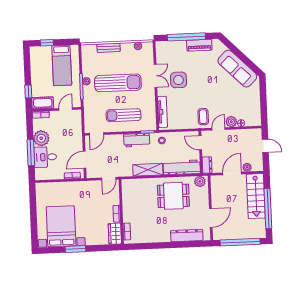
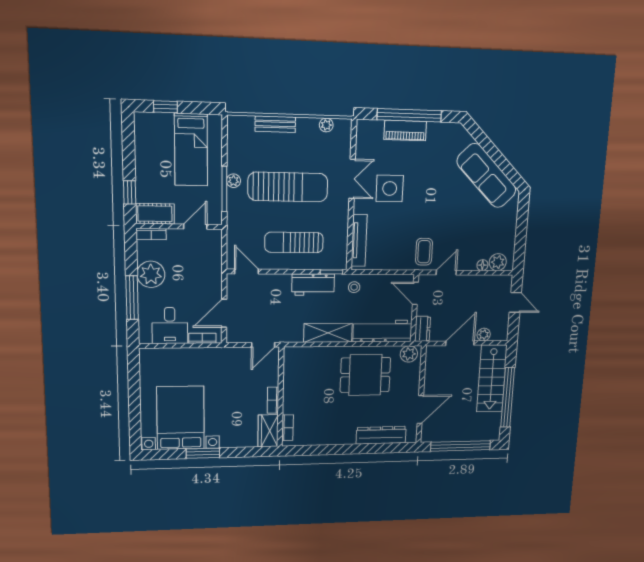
piano: (199, 45) -> (405, 130), moved
plant: (231, 122) -> (498, 262), moved
door: (96, 134) -> (247, 271), swing flipped
desk: (45, 157) -> (170, 326), moved, turned -90

